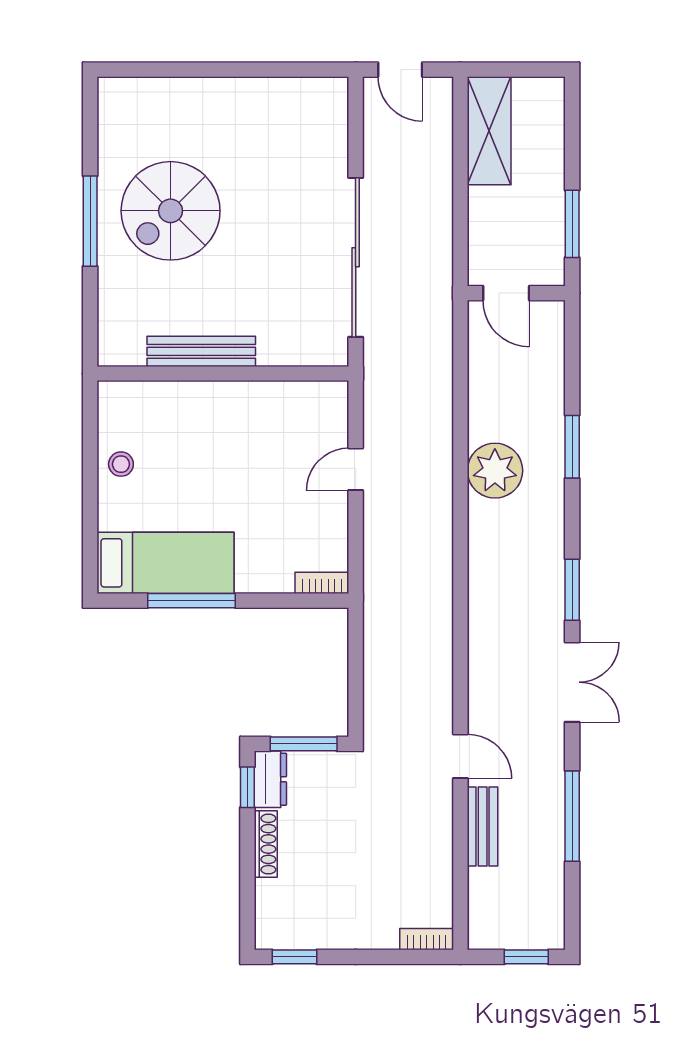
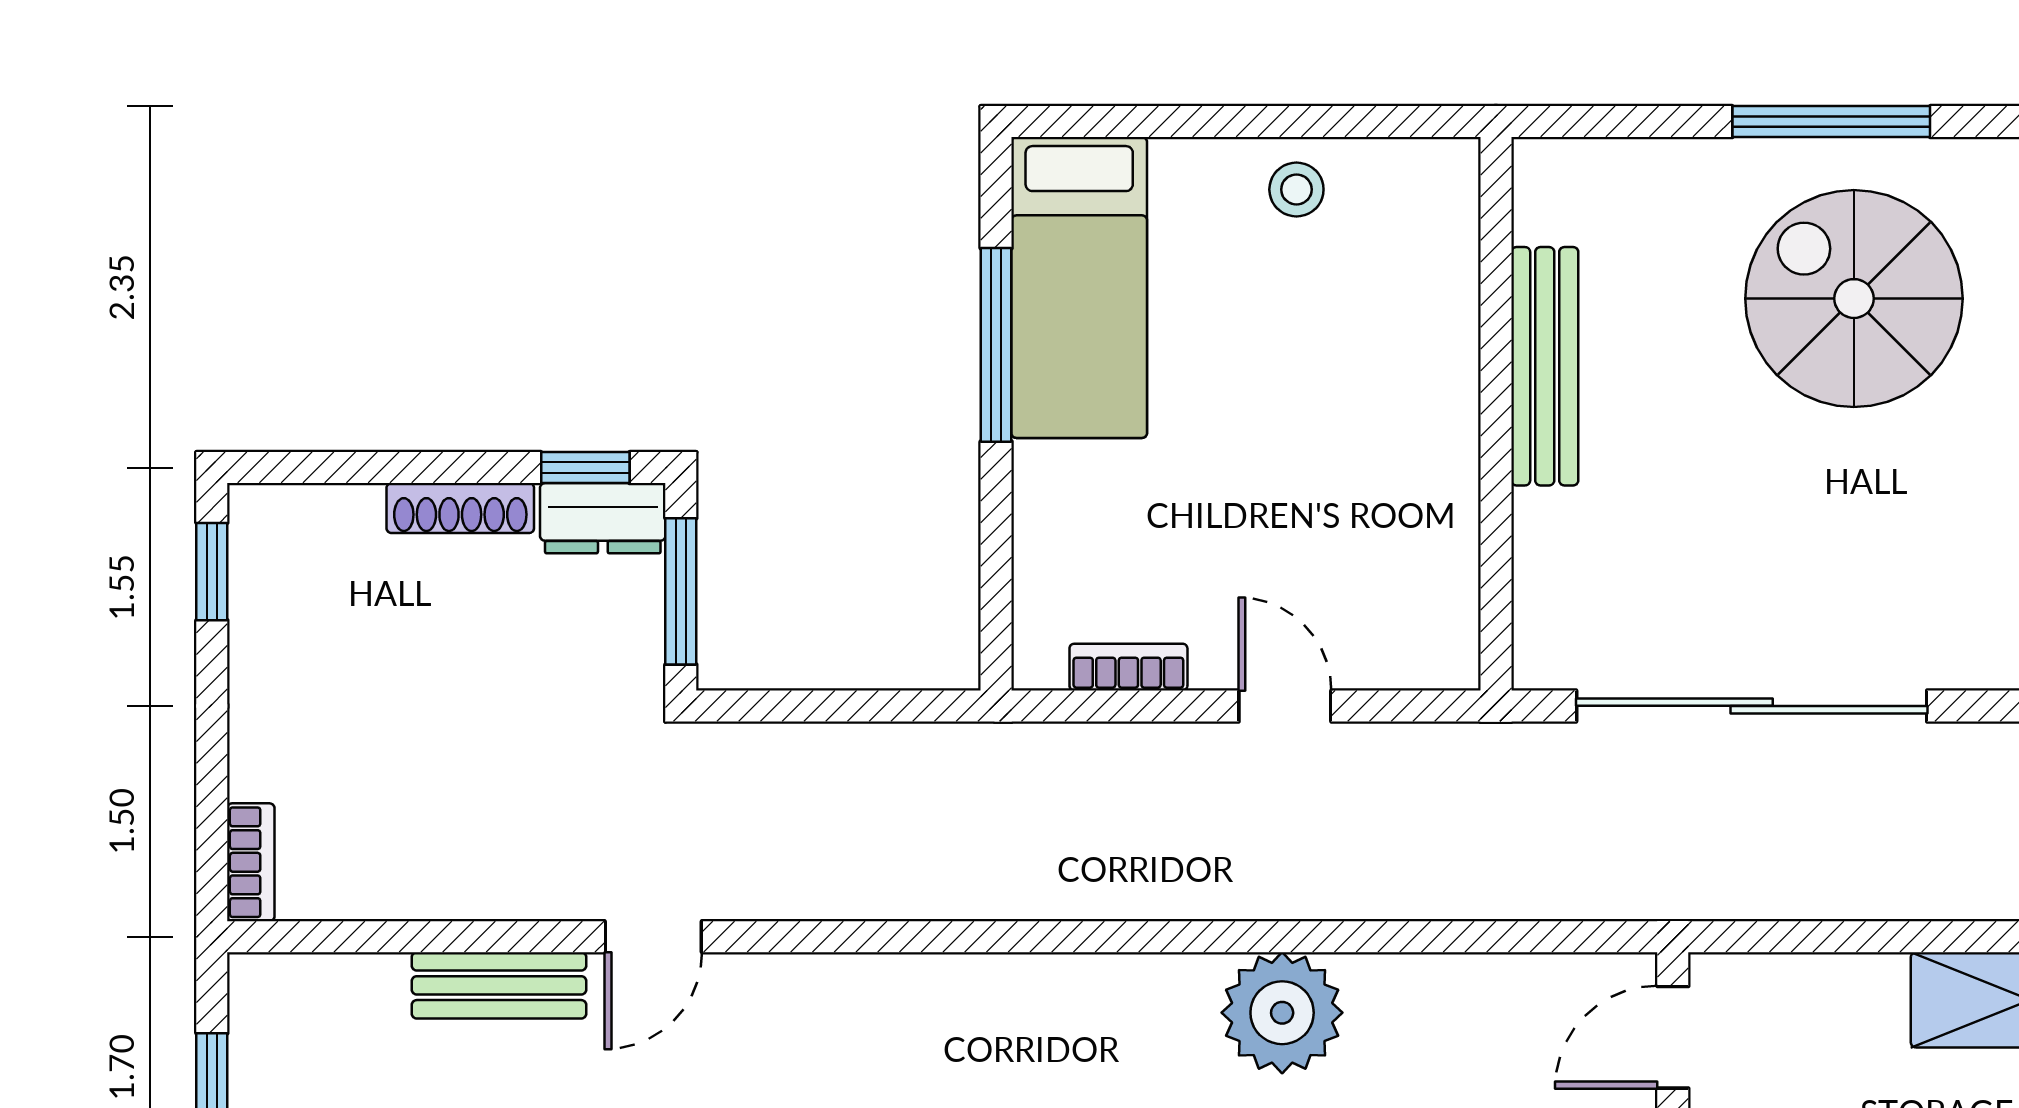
bookcase: (322, 583) -> (1128, 667), moved, turned -90

